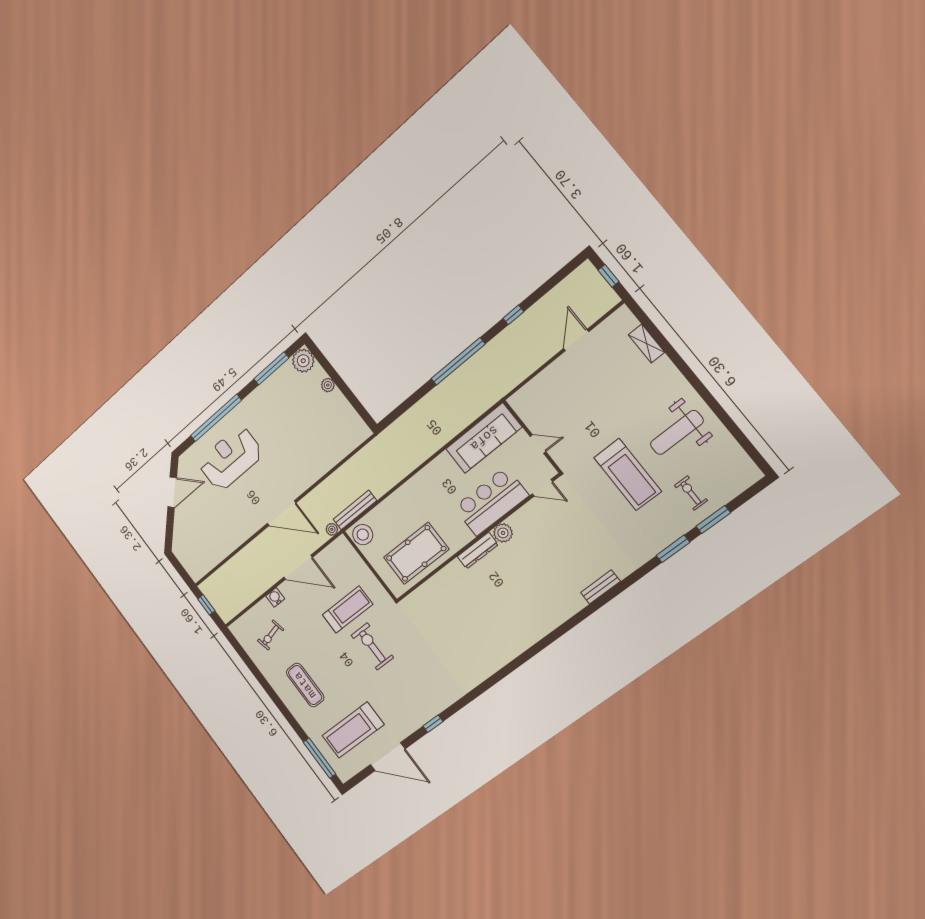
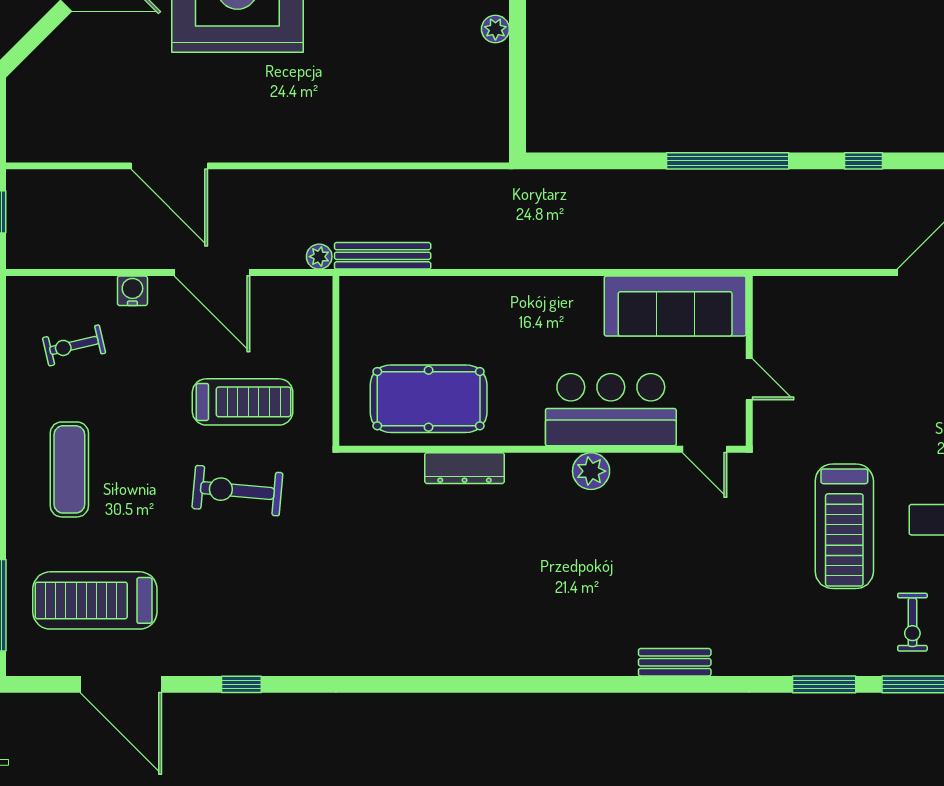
exercise bike: (691, 493) -> (912, 622), turned 180
door: (282, 513) -> (169, 166), moved
stool: (363, 535) -> (364, 304), removed
dresser: (478, 551) -> (465, 468), moved
exercise bike: (372, 646) -> (237, 491), turned -85

